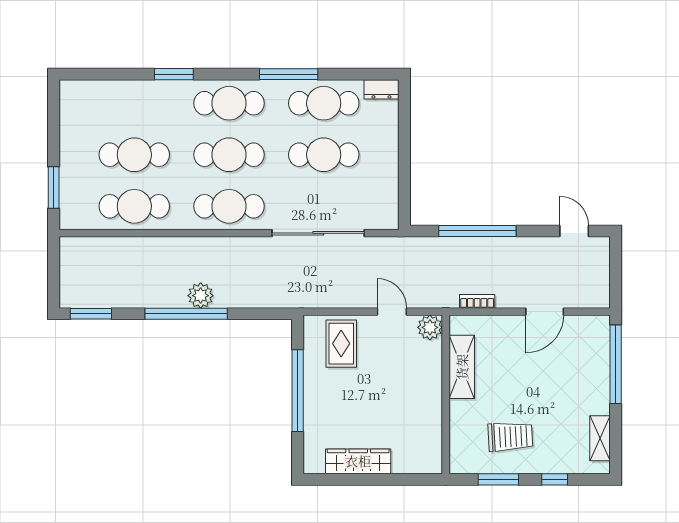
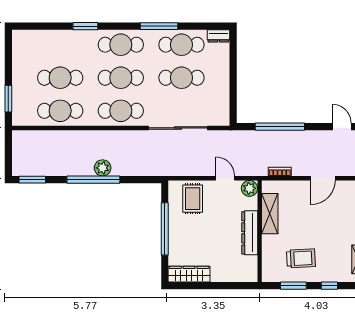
dresser: (430, 397) -> (250, 233), added
wardrobe: (358, 461) -> (189, 274), moved

